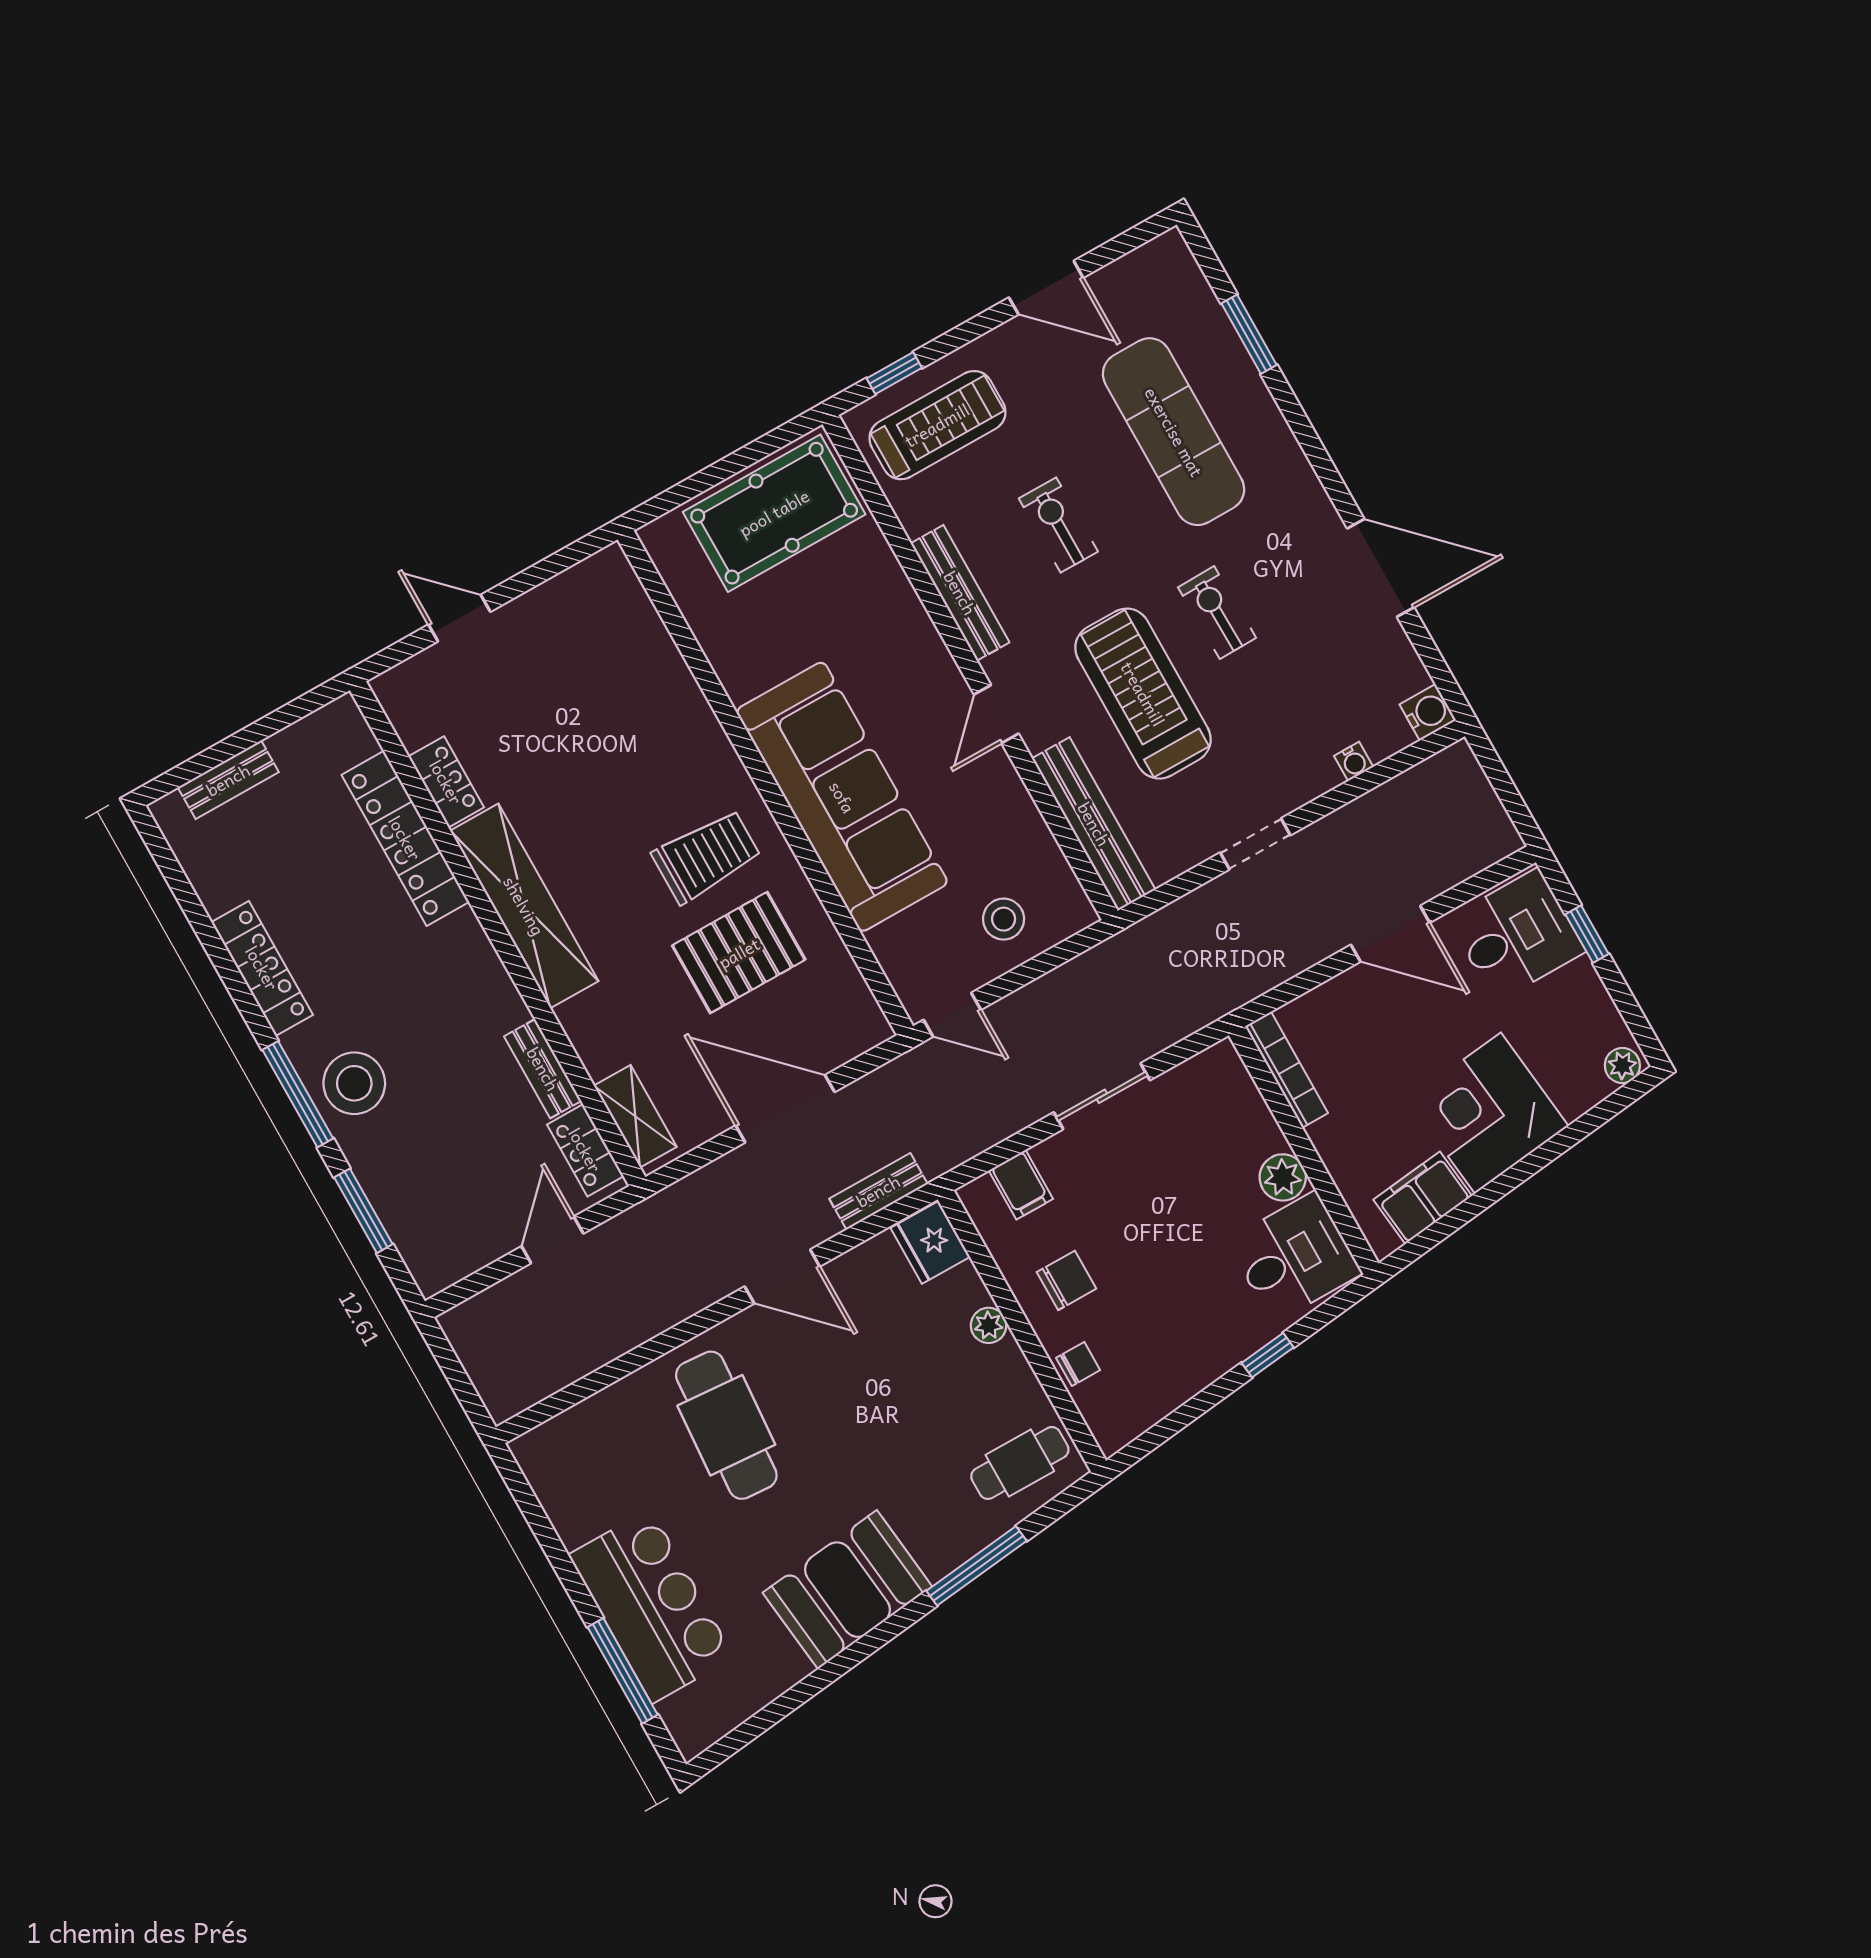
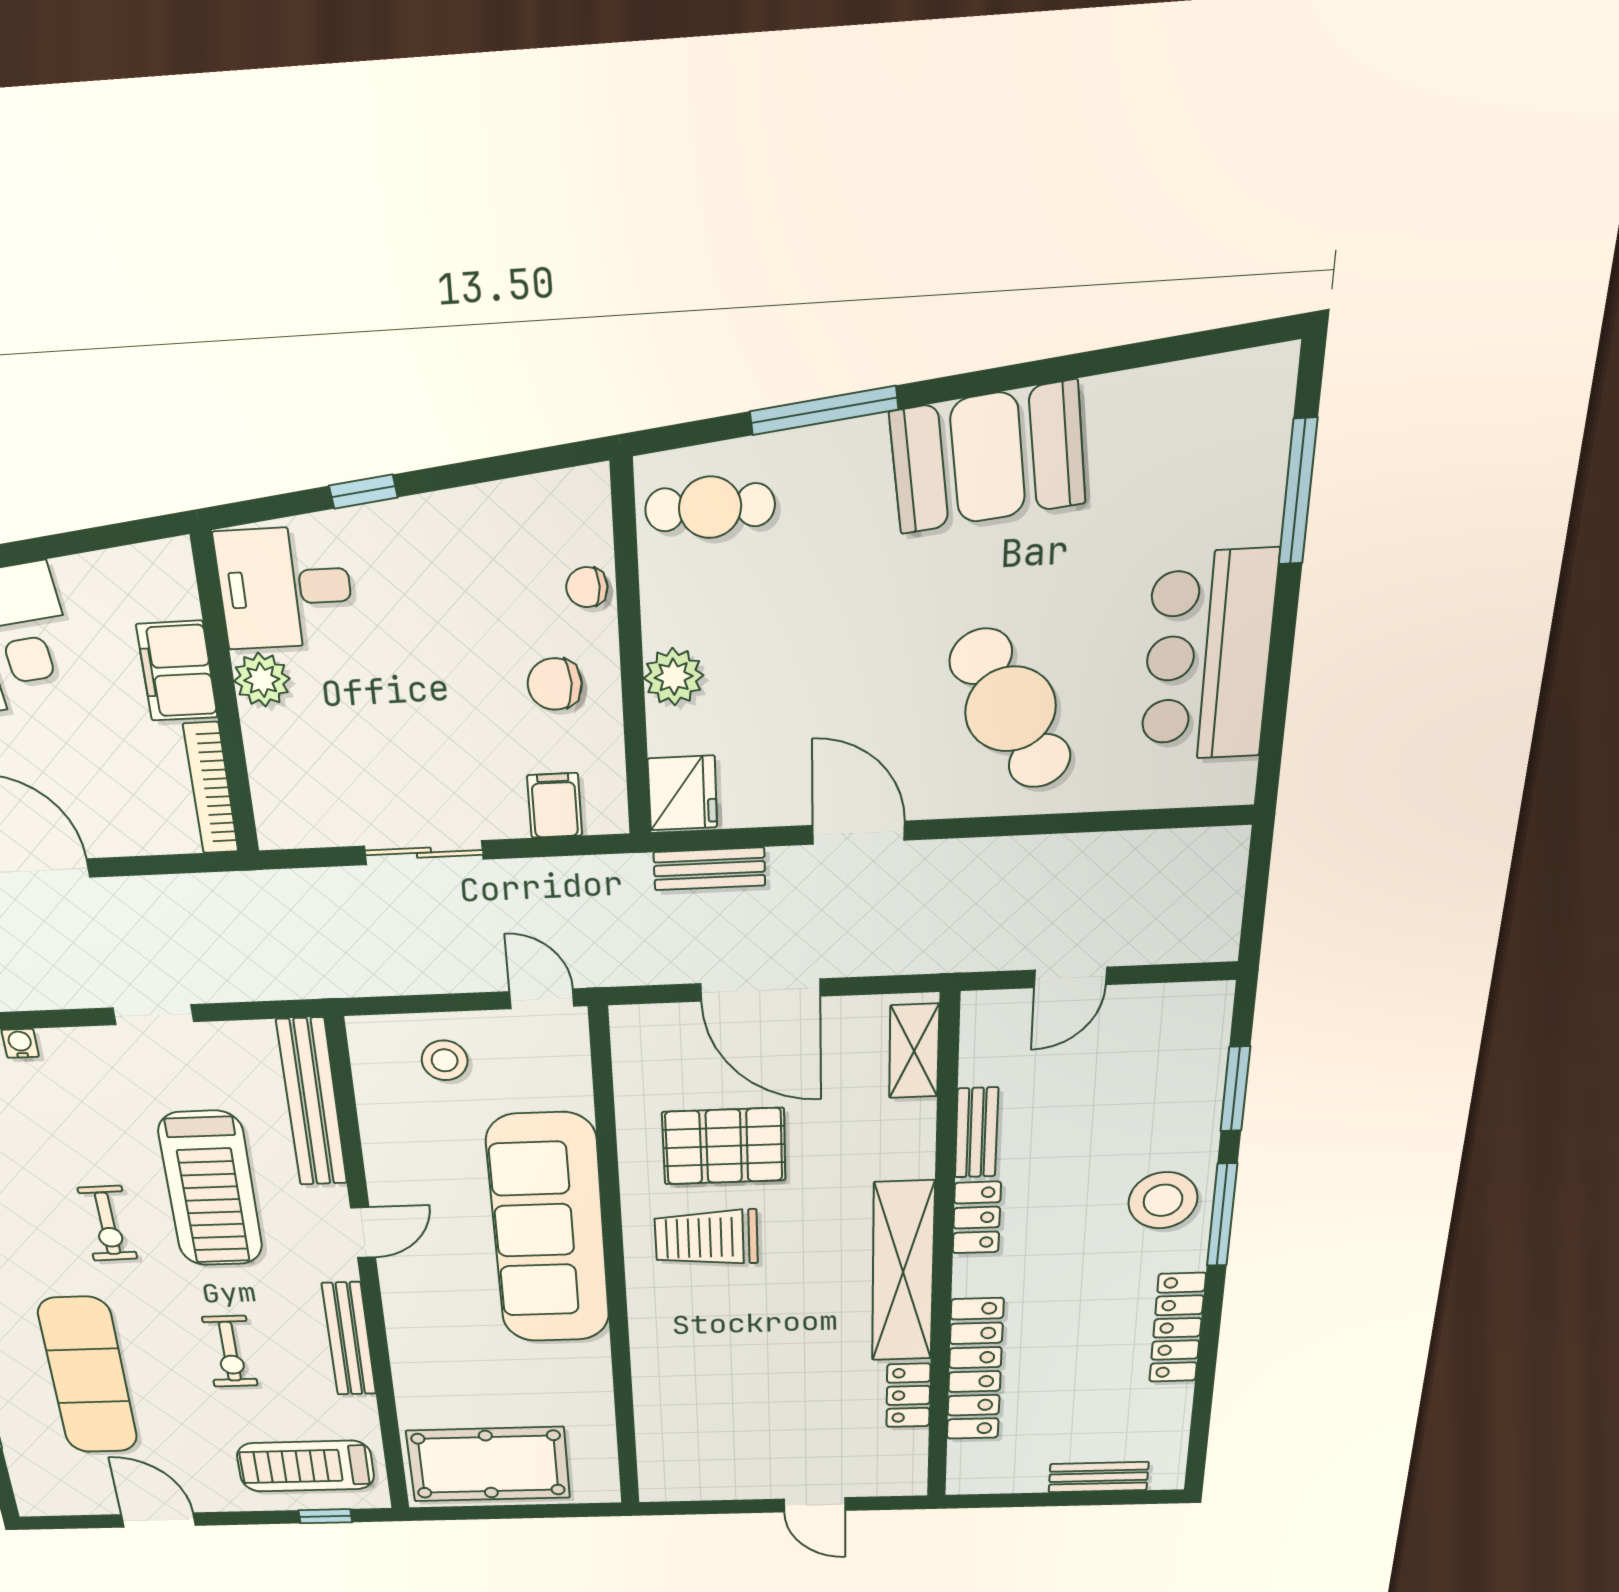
locker: (585, 1150) -> (977, 1218), moved
filing cabinet: (1423, 1198) -> (177, 671), moved, turned 97
plant: (989, 1325) -> (674, 677), width x1.38, depth x1.38
cafe table: (726, 1425) -> (1010, 709), turned -33
bar counter: (651, 1606) -> (1208, 657), moved

